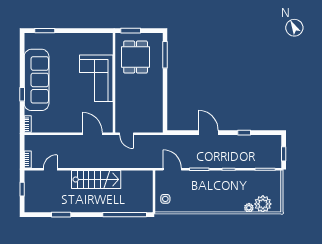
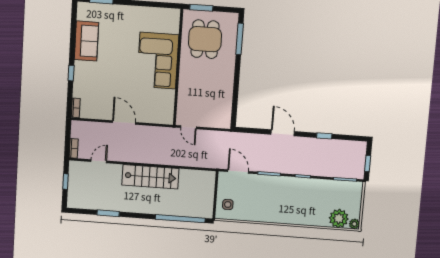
sofa: (37, 80) -> (86, 41), width x0.54, depth x0.79
door: (92, 134) -> (124, 123), moved
plant: (249, 208) -> (354, 224), moved

